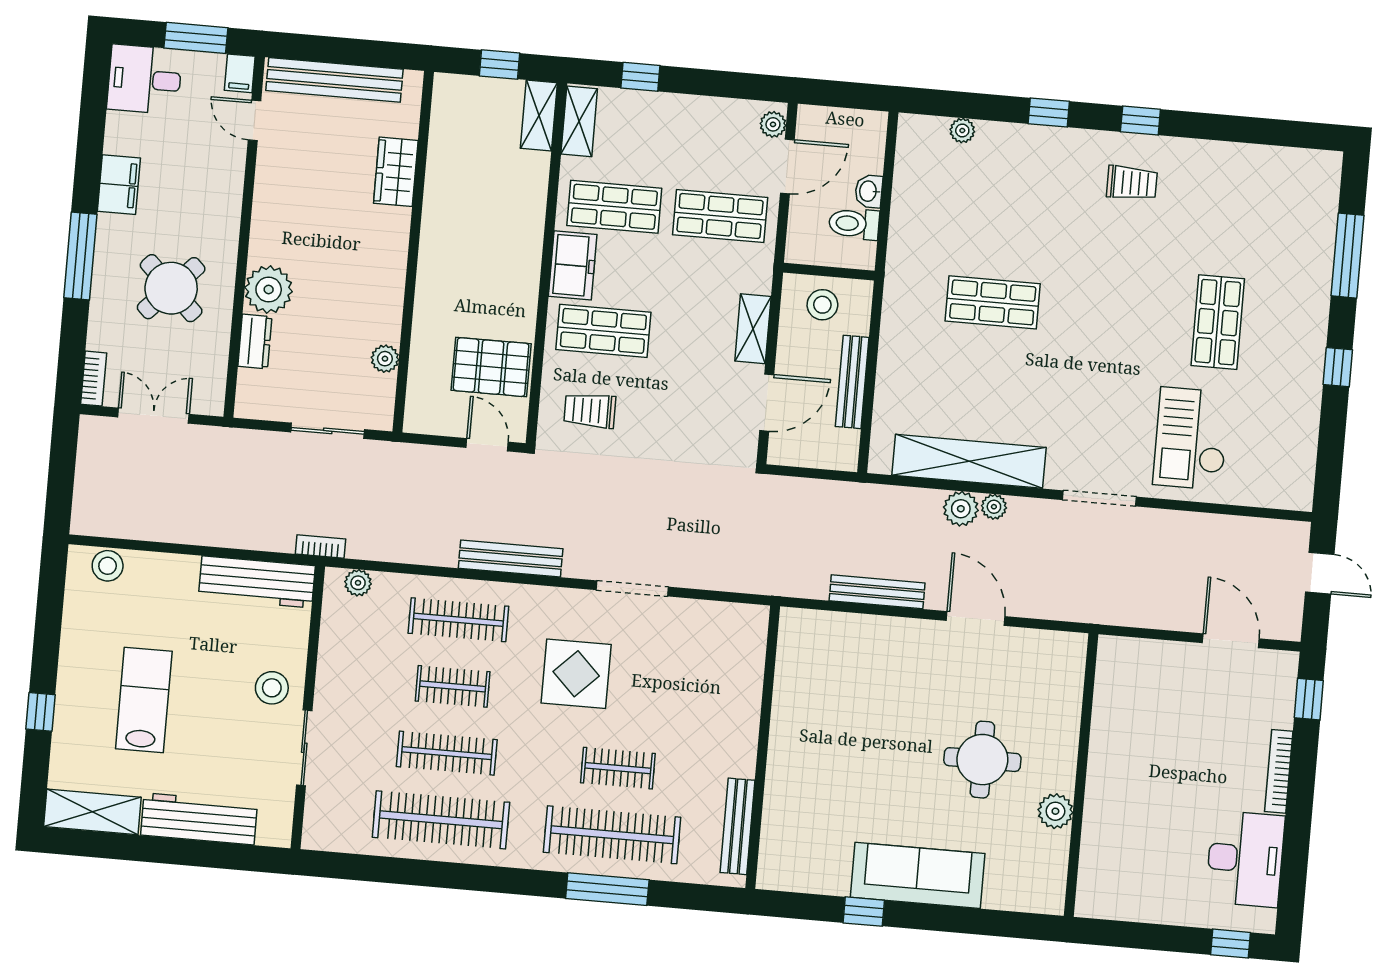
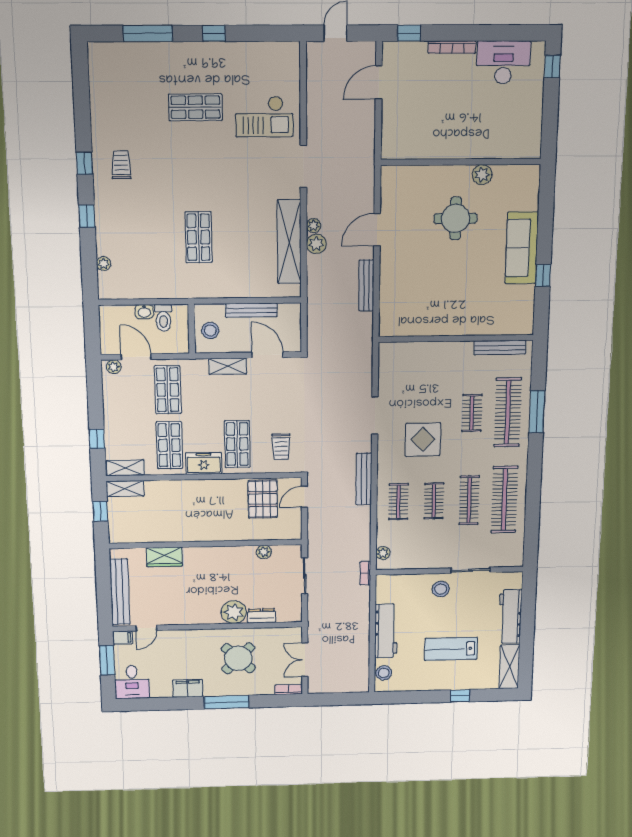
workbench: (257, 582) -> (386, 631), moved
clothes rail: (458, 620) -> (398, 502), width x0.73

